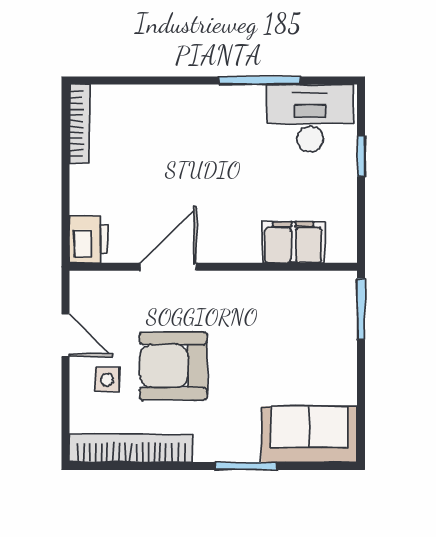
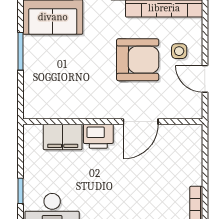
printer: (89, 239) -> (98, 136), moved, turned -90
window: (361, 309) -> (20, 51), moved

